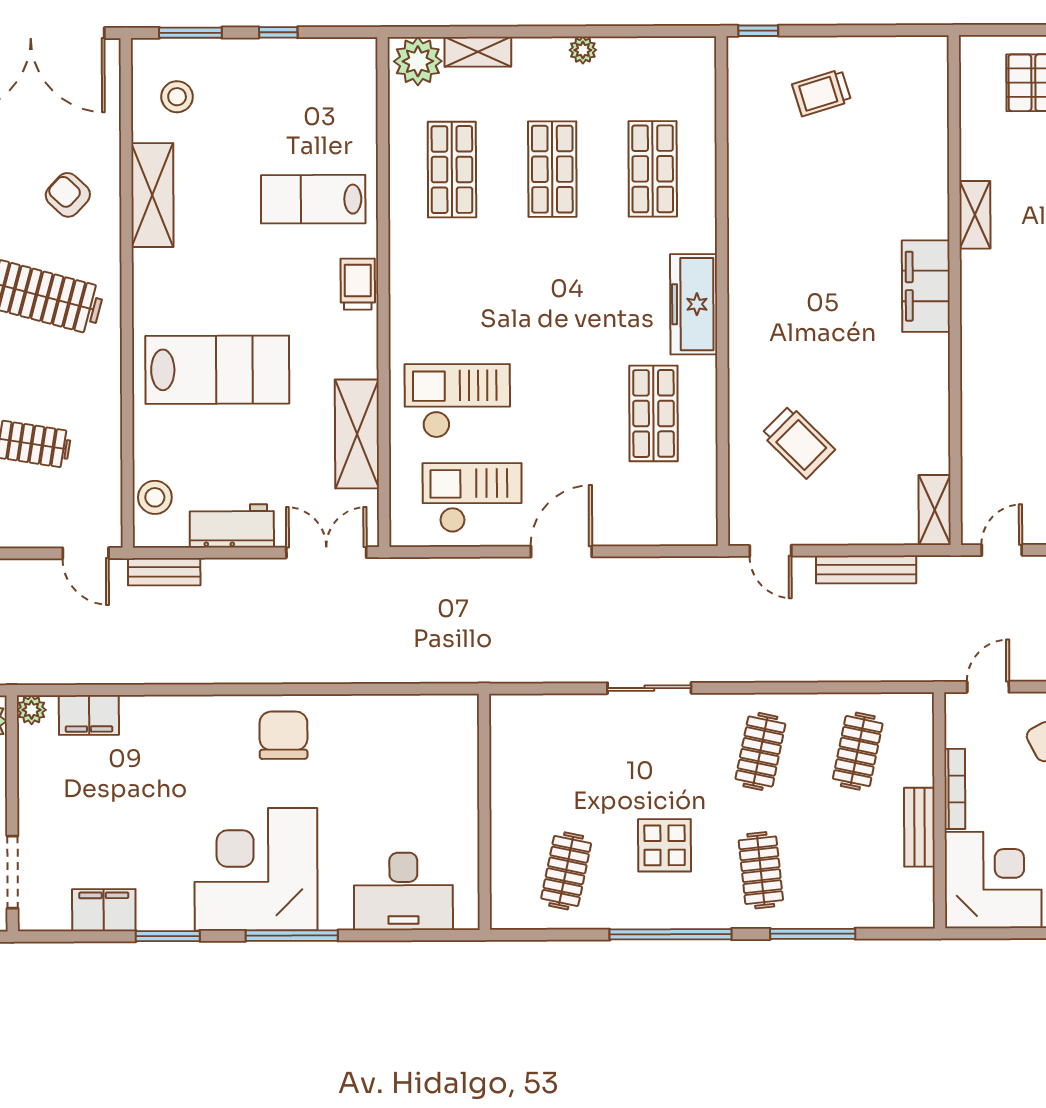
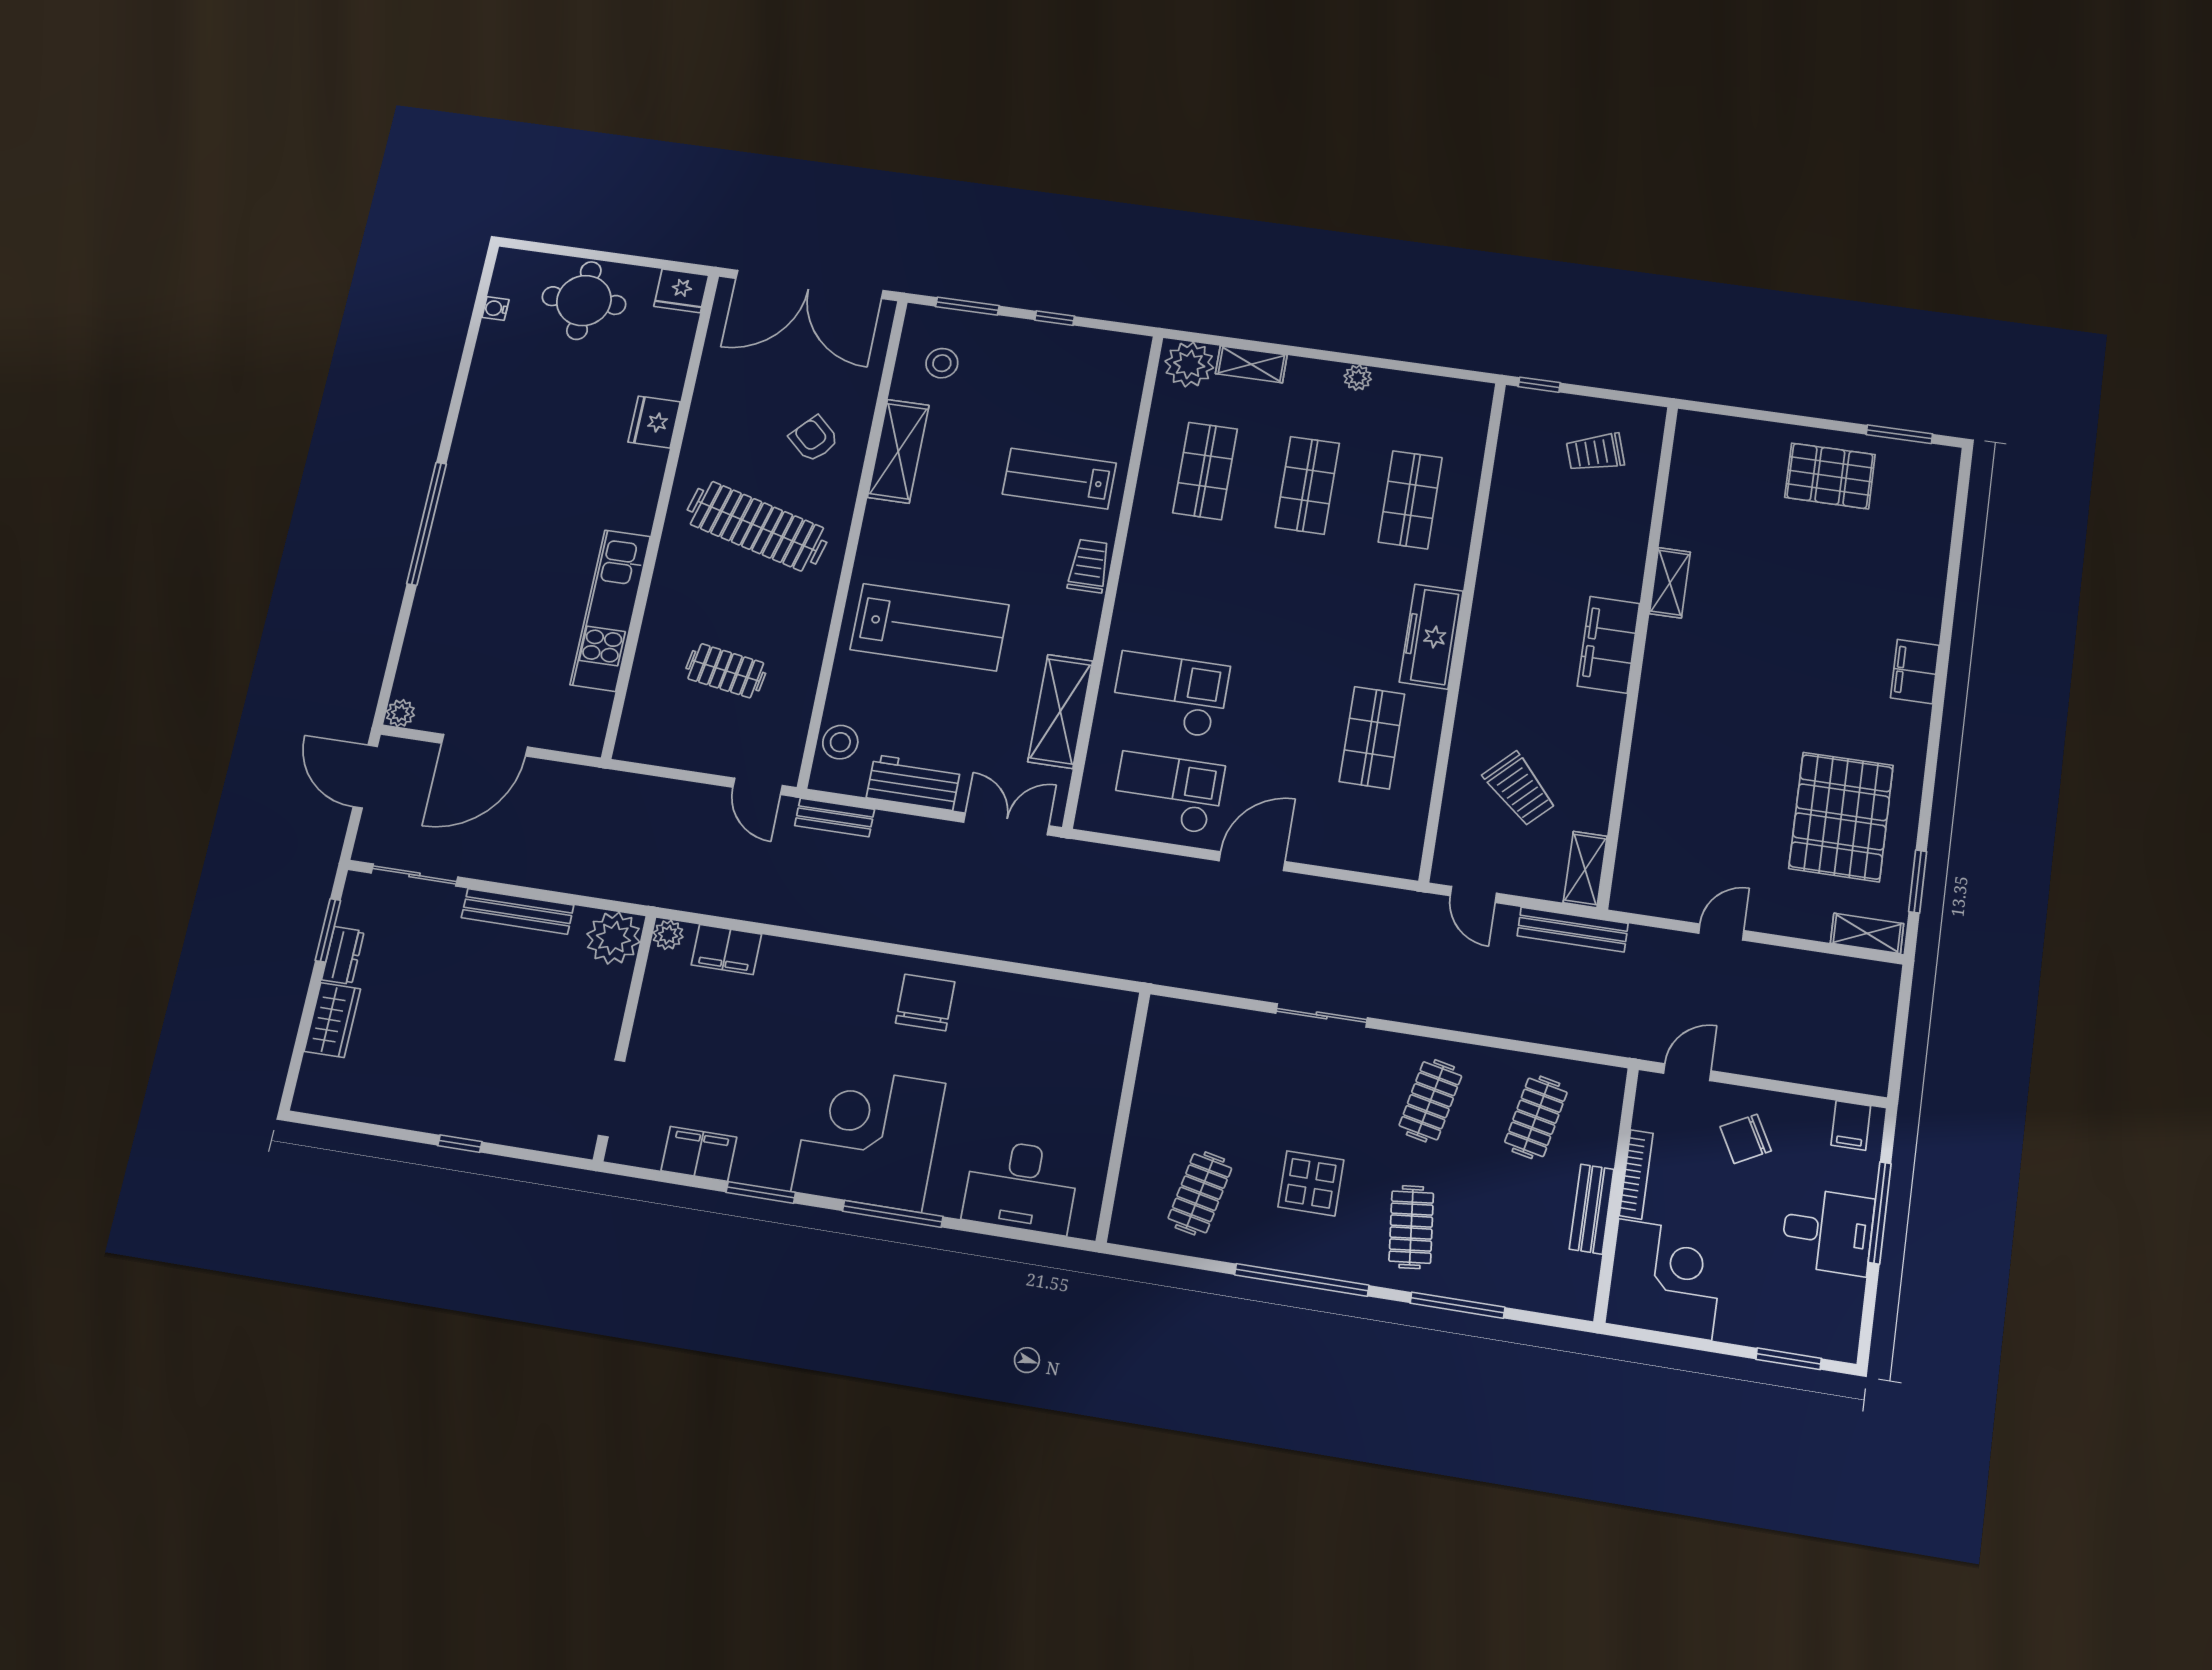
shelving: (975, 215) -> (1670, 583), moved
filing cabinet: (926, 286) -> (1608, 645), moved
wall: (955, 290) -> (1638, 653), moved
shelving: (935, 510) -> (1585, 869), moved

